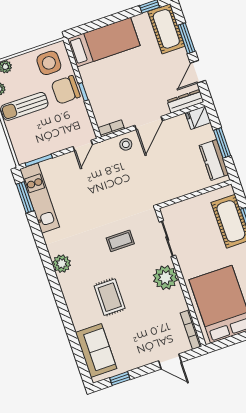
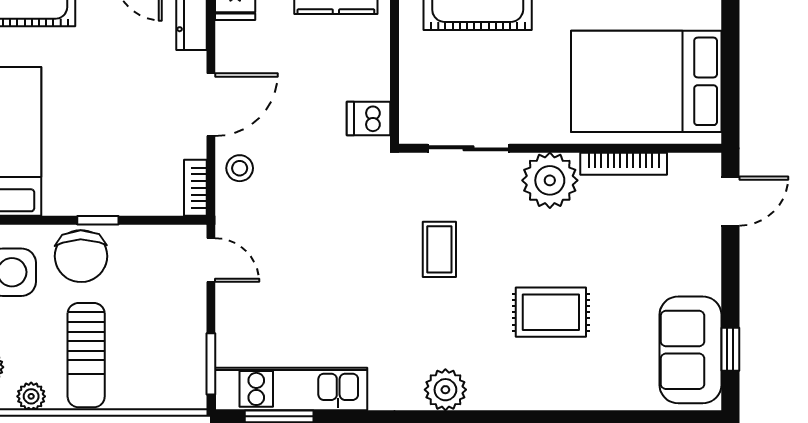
door: (149, 123) -> (211, 105), hinge flipped
dishwasher: (166, 192) -> (369, 118), added
bookcase: (191, 330) -> (624, 164), moved
sofa: (96, 350) -> (690, 350), moved, turned -90
door: (170, 362) -> (730, 201), moved

